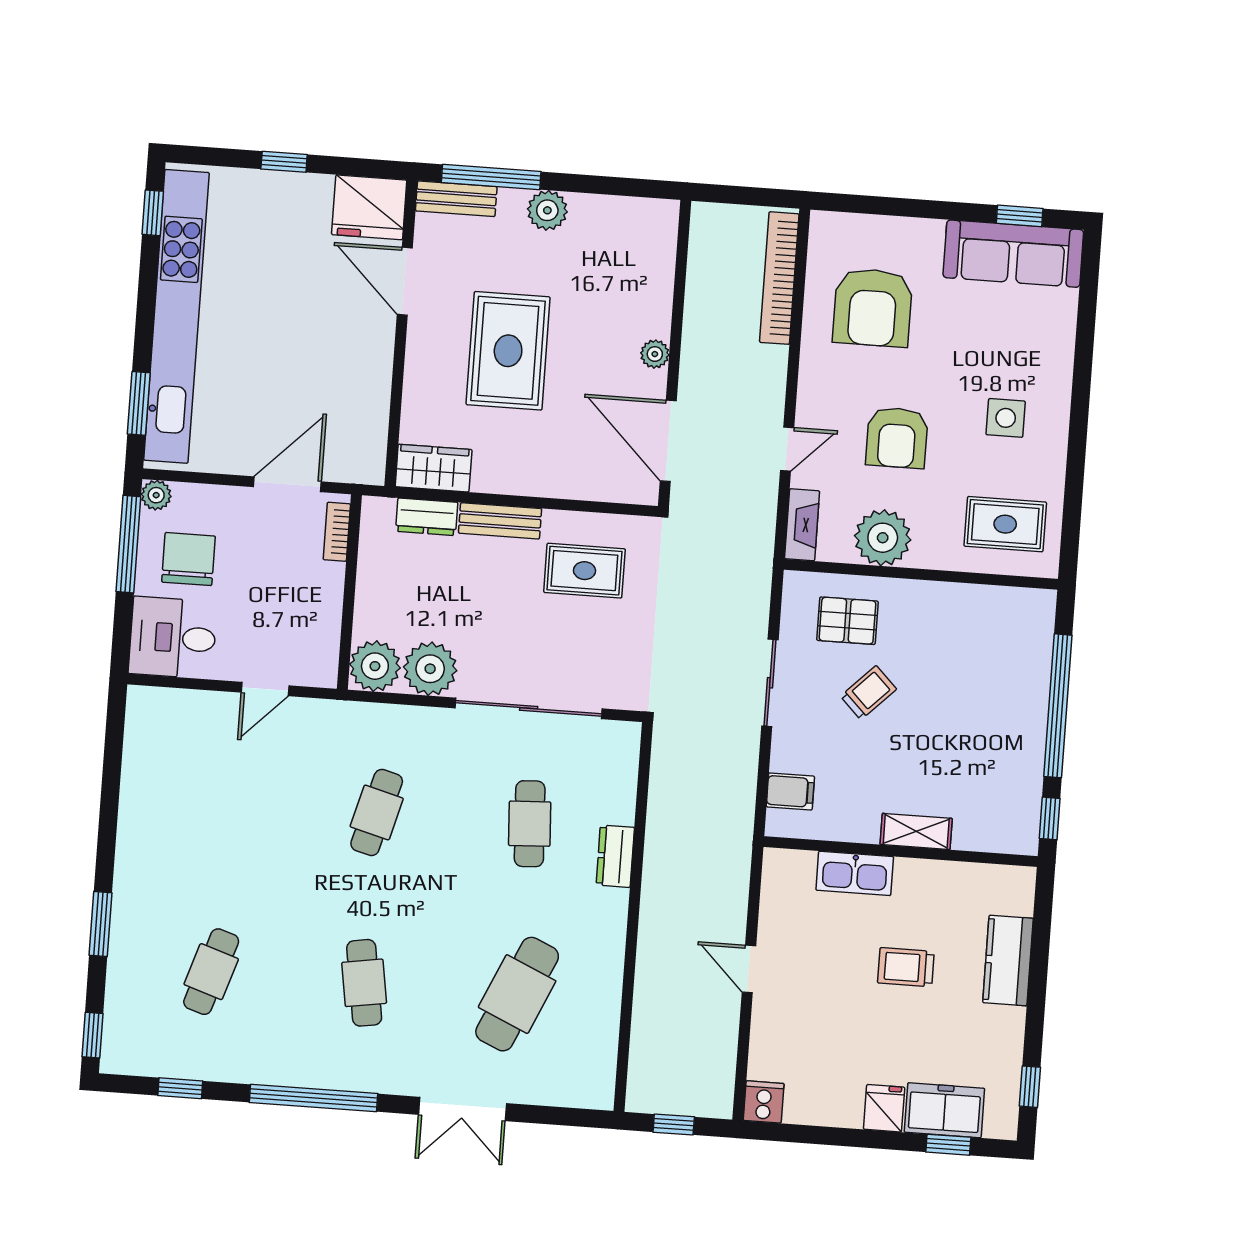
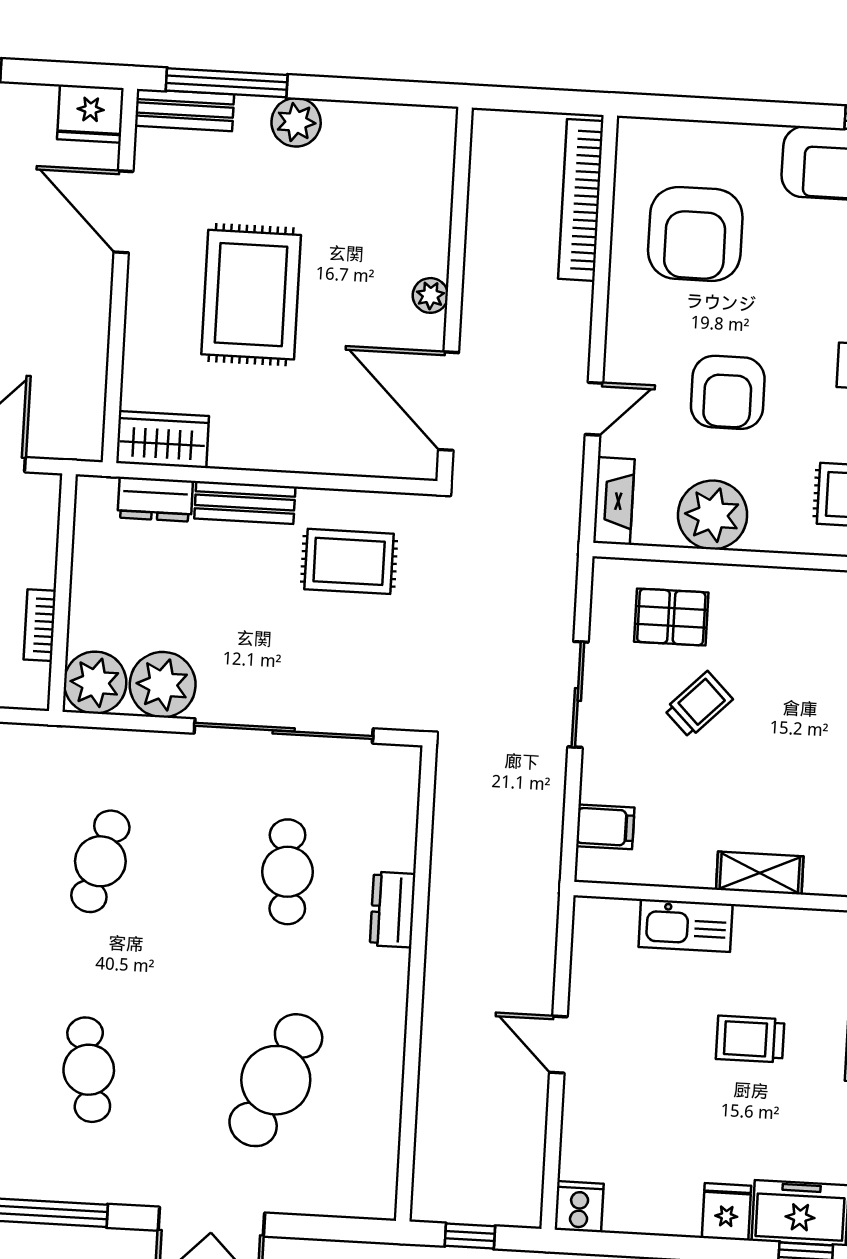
fridge: (369, 207) -> (90, 114), width x0.73, depth x0.75
bookcase: (337, 532) -> (40, 625), moved

